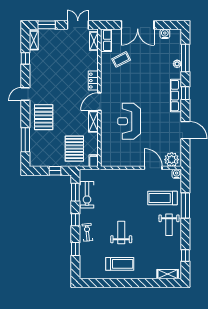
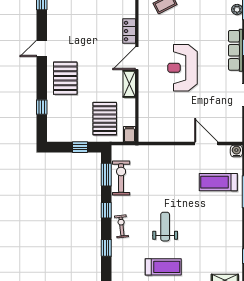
reception desk: (129, 121) -> (182, 68), moved
window: (25, 140) -> (42, 107), width x0.46
plant: (172, 160) -> (230, 133), removed
exercise bike: (87, 195) -> (121, 178), turned 180
weight bench: (169, 225) -> (227, 217), removed

